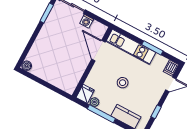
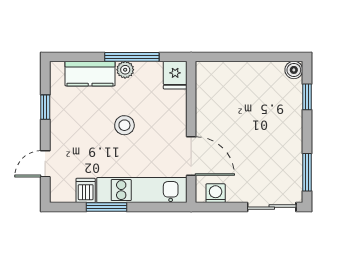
washing machine: (87, 21) -> (216, 193), moved
window: (27, 49) -> (307, 97), added
dishwasher: (171, 68) -> (86, 190), moved
plant: (94, 102) -> (125, 70), moved

